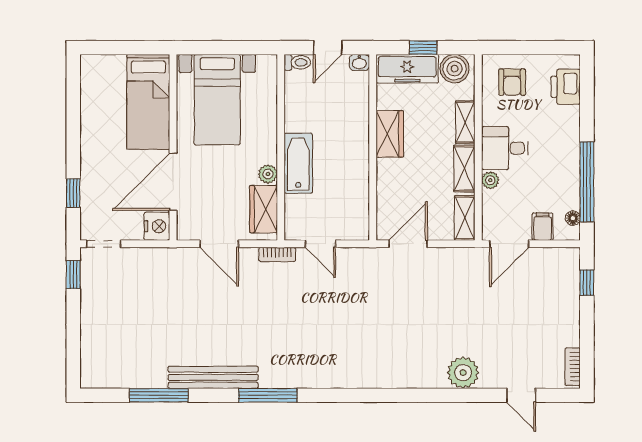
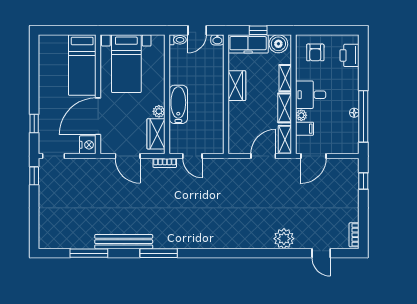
floor lamp: (573, 218) -> (354, 113), moved
filing cabinet: (543, 227) -> (305, 129), moved, turned 90
door: (408, 244) -> (263, 156), moved

